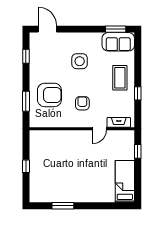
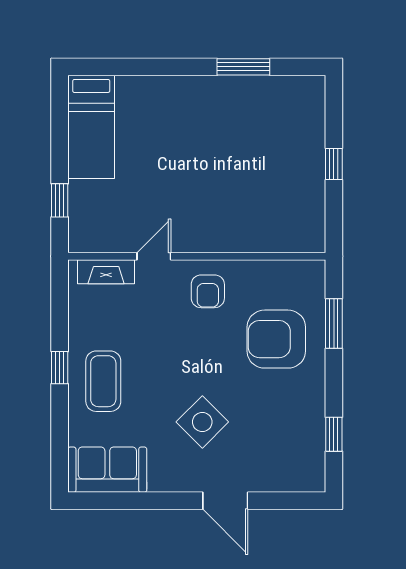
door: (47, 29) -> (225, 501), moved
window: (116, 29) -> (114, 501), removed
side table: (80, 61) -> (202, 422), turned 45
window: (138, 93) -> (60, 368), moved
armchair: (82, 103) -> (208, 291), moved

